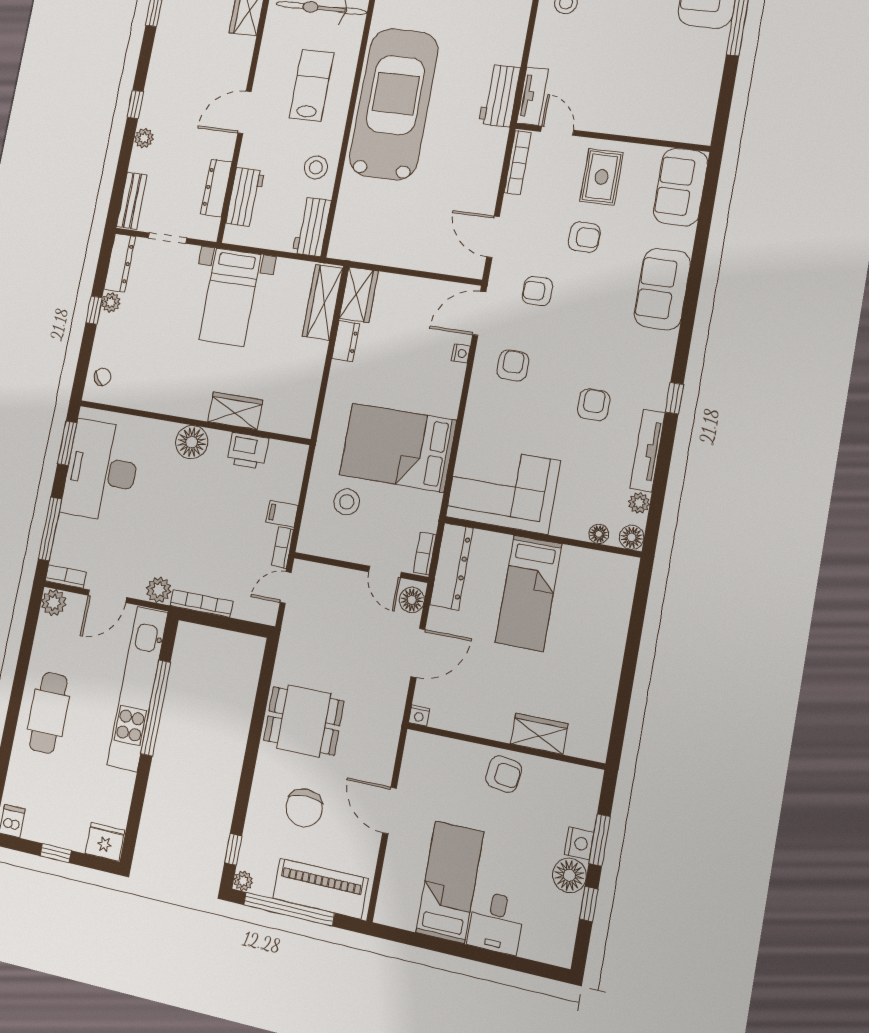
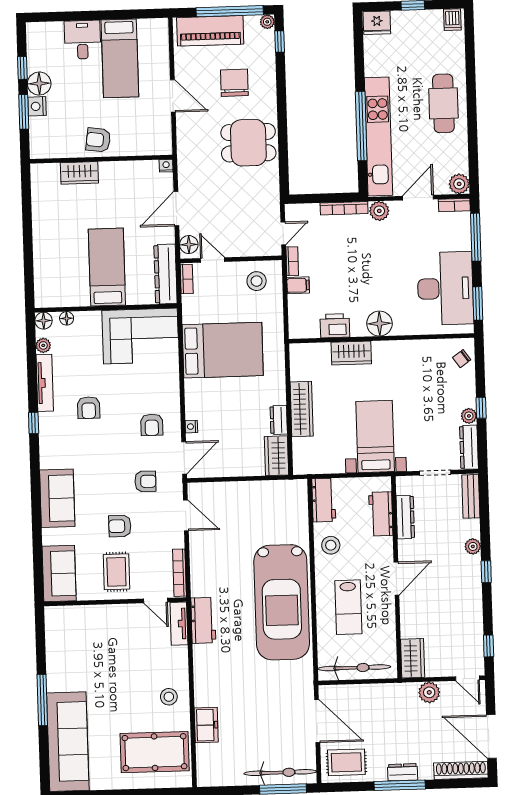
wardrobe: (322, 302) -> (302, 409), moved
stool: (347, 502) -> (257, 281), moved

